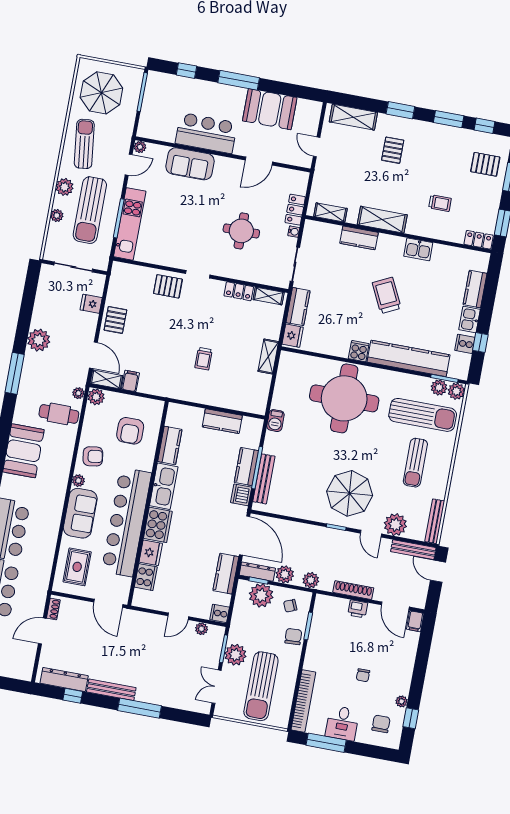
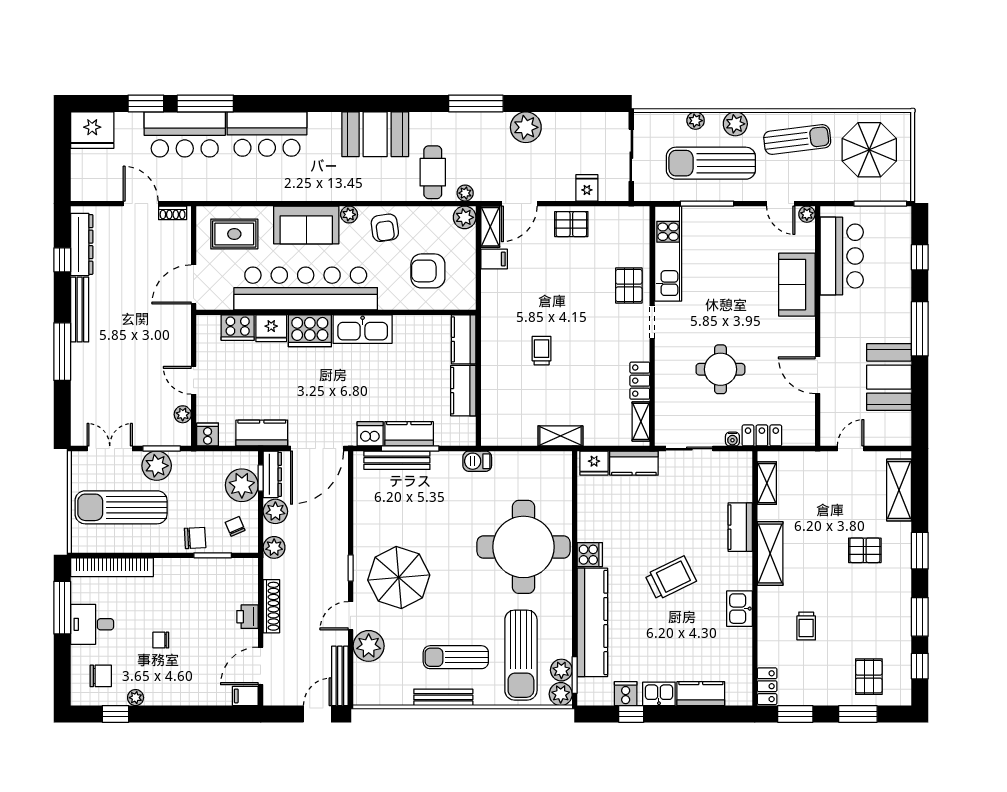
bar counter: (206, 133) -> (842, 256), moved
kitchen unit: (130, 224) -> (668, 254), moved, turned -90
trolley: (204, 359) -> (542, 351), turned 90
kitchen counter: (170, 445) -> (464, 339), moved, turned 90
bench: (435, 521) -> (443, 697), moved

